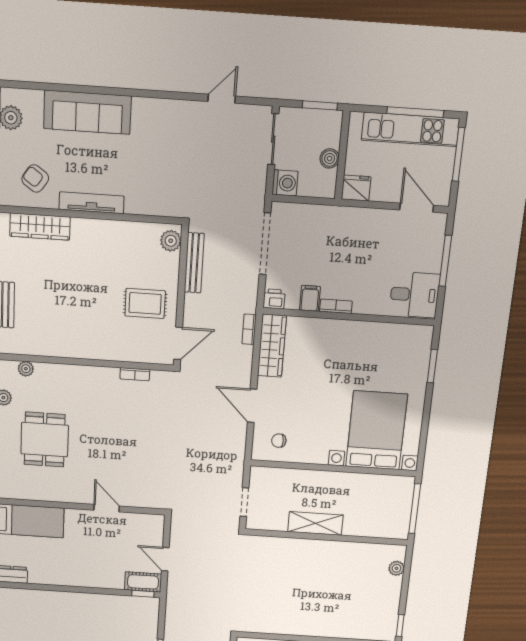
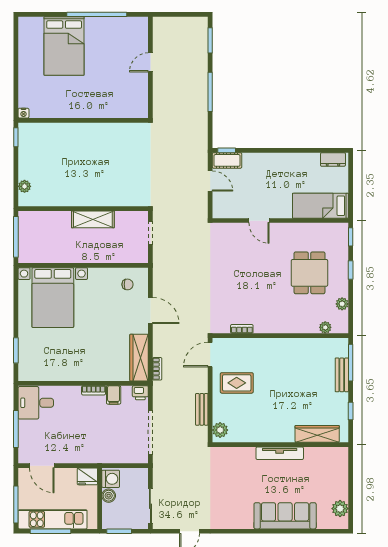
armchair: (35, 179) -> (321, 468), removed
washing machine: (285, 183) -> (111, 479), moved, turned 180
bench: (194, 263) -> (202, 409), width x0.73

